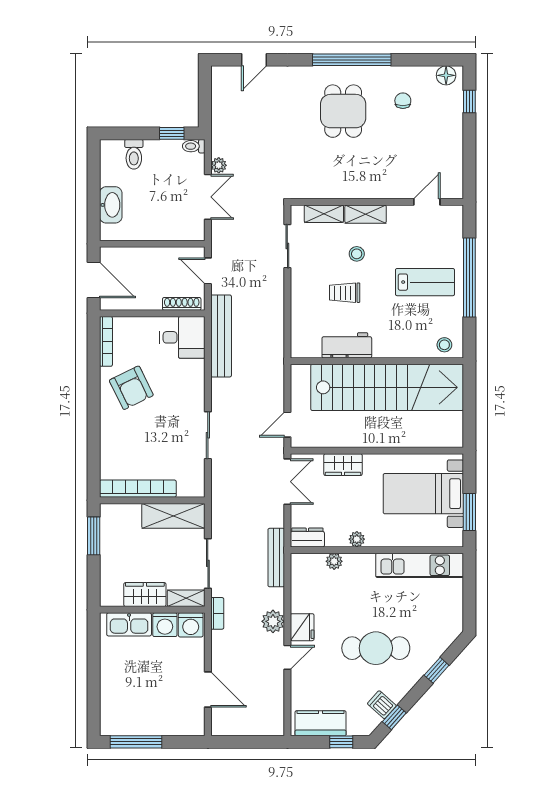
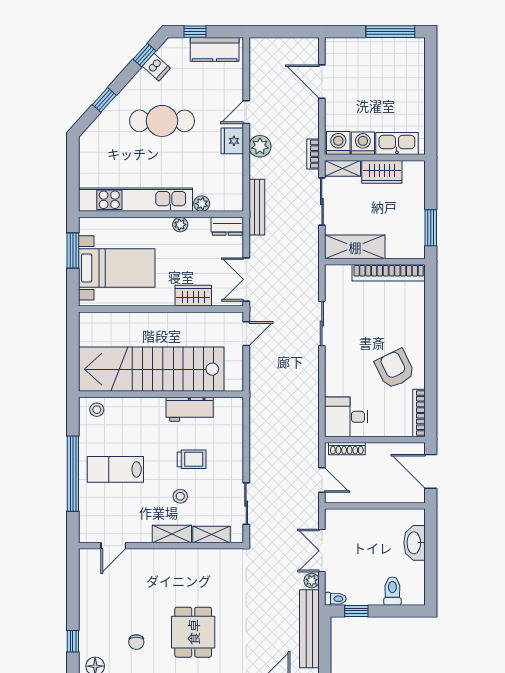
bench: (221, 336) -> (309, 629), moved
kitchen unit: (420, 565) -> (135, 200), width x1.36

